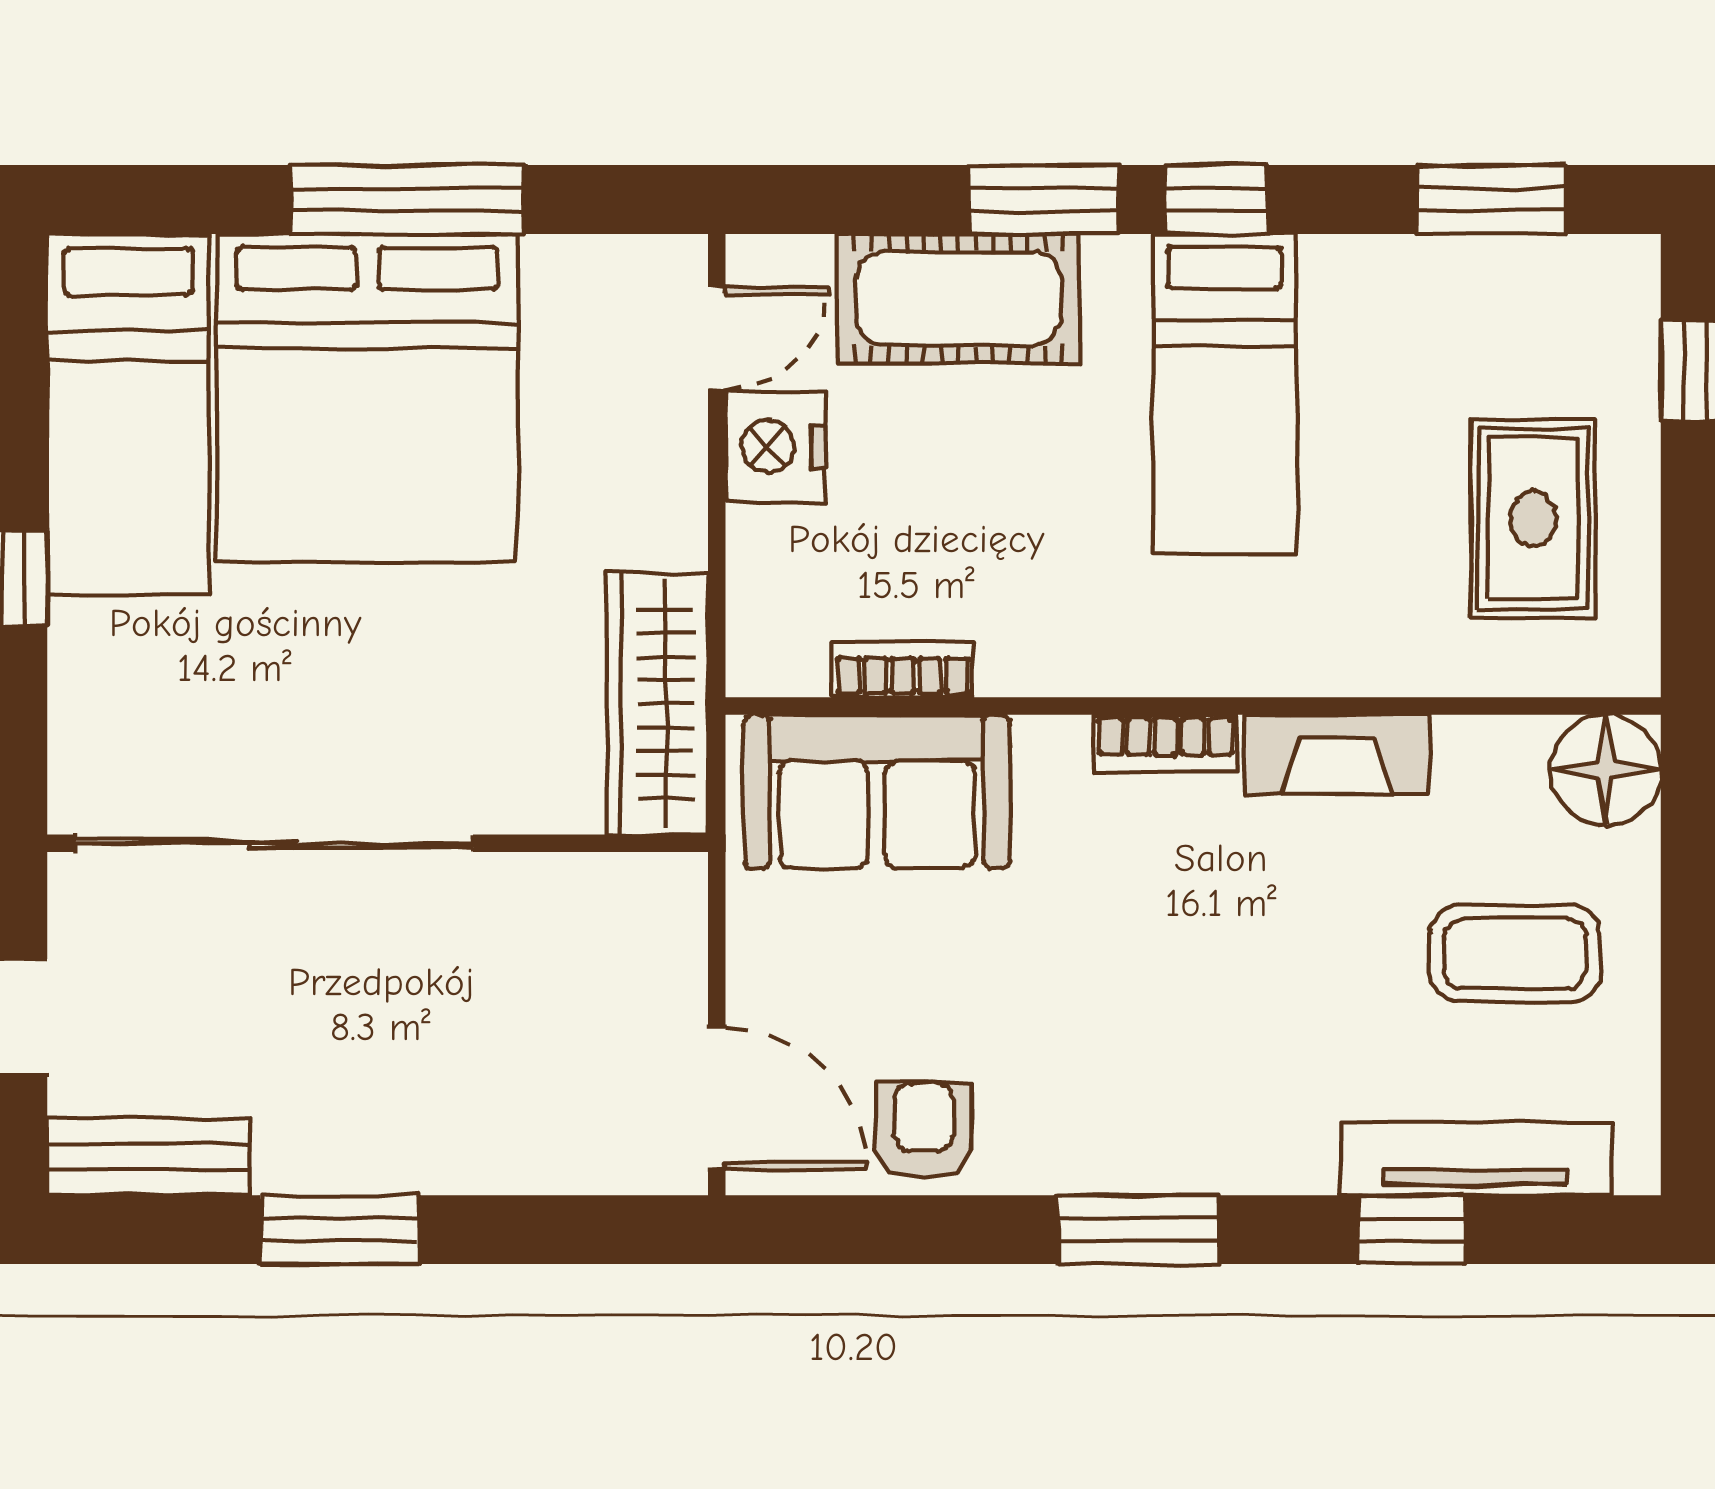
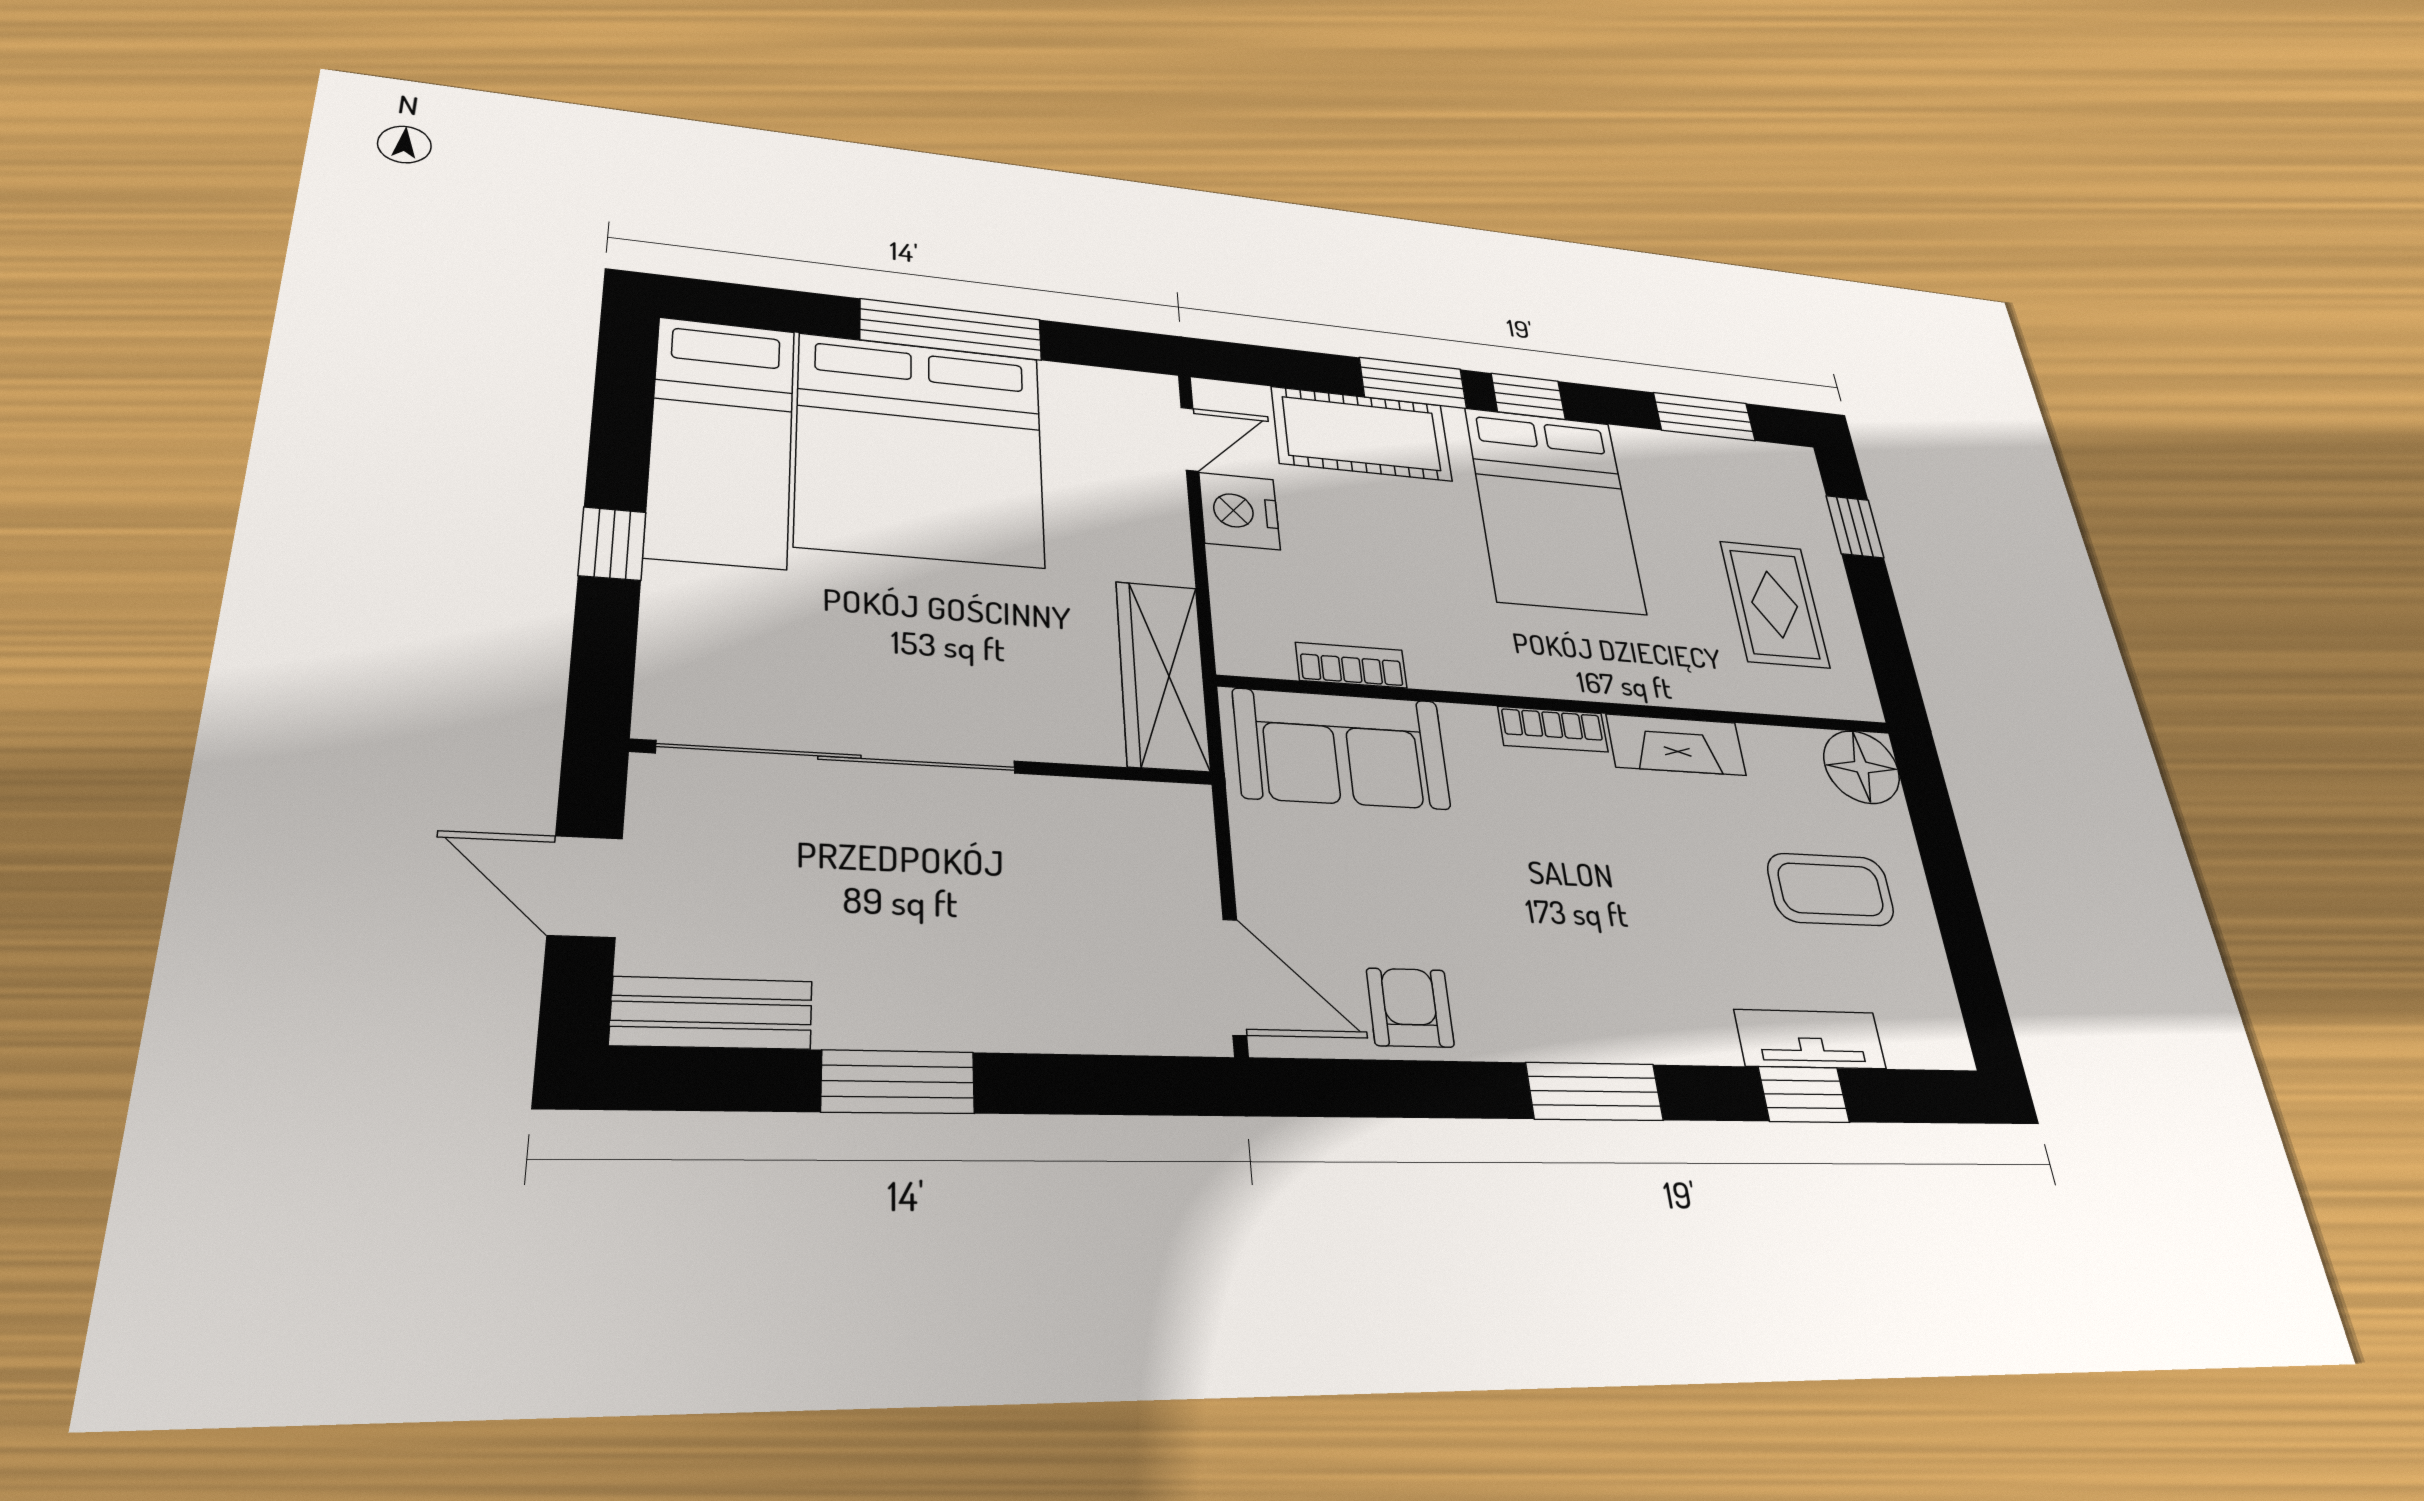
bed: (1225, 394) -> (1554, 510), width x1.50
tv unit: (1476, 1159) -> (1810, 1039), width x0.71

